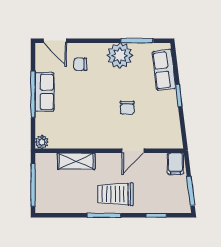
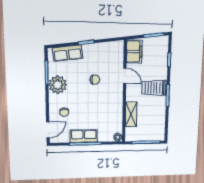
filing cabinet: (175, 164) -> (134, 52), width x2.00
trolley: (115, 194) -> (154, 88), turned 90

